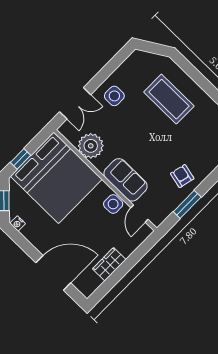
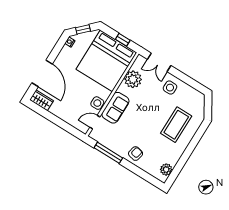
window: (21, 159) -> (123, 40), moved
armchair: (182, 176) -> (136, 154), moved
window: (187, 204) -> (108, 153), width x1.44
wardrobe: (109, 264) -> (42, 100), moved

